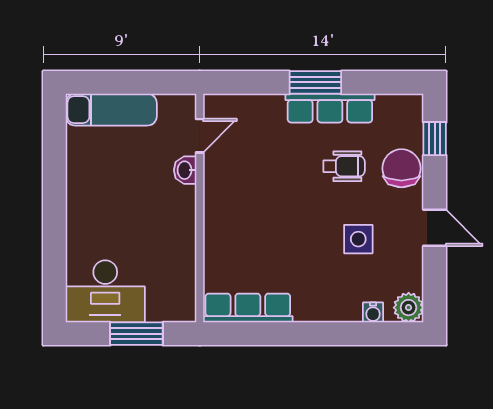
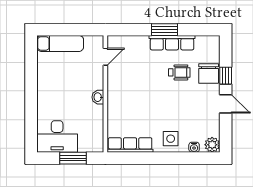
window: (435, 139) -> (226, 76), moved
chair: (401, 168) -> (209, 73), turned 180
washbasin: (185, 170) -> (98, 97), moved
side table: (358, 239) -> (171, 139), moved

